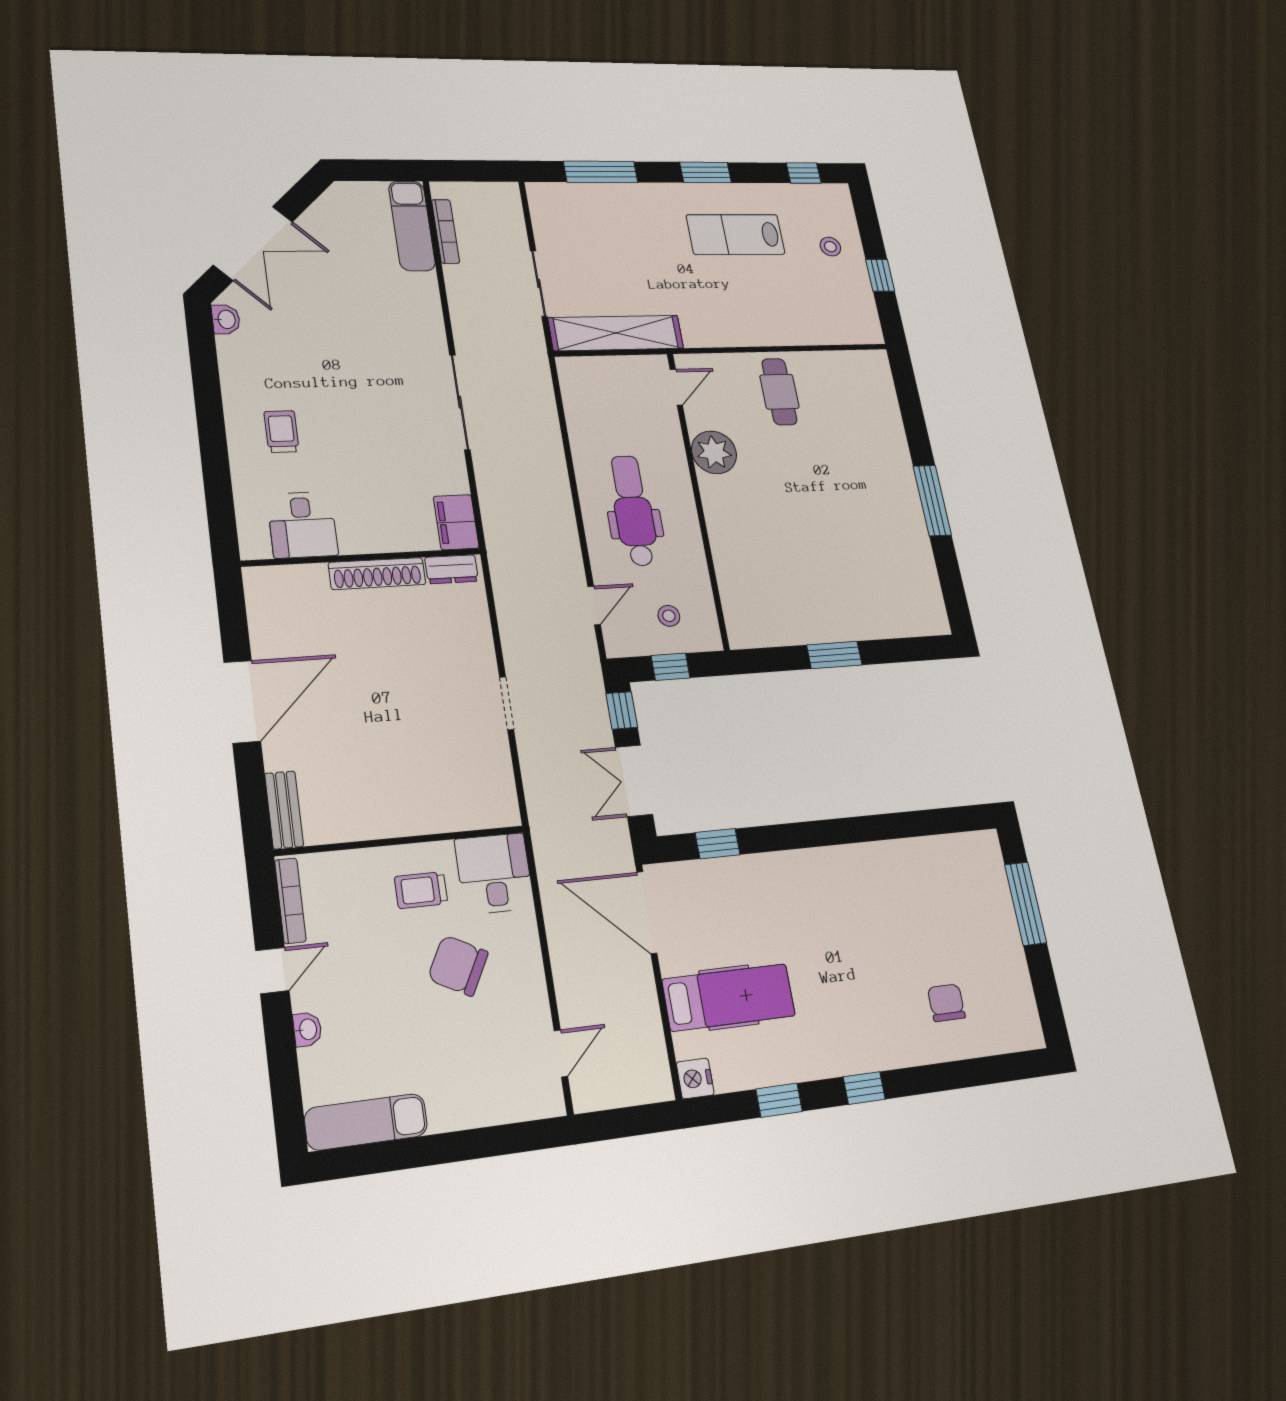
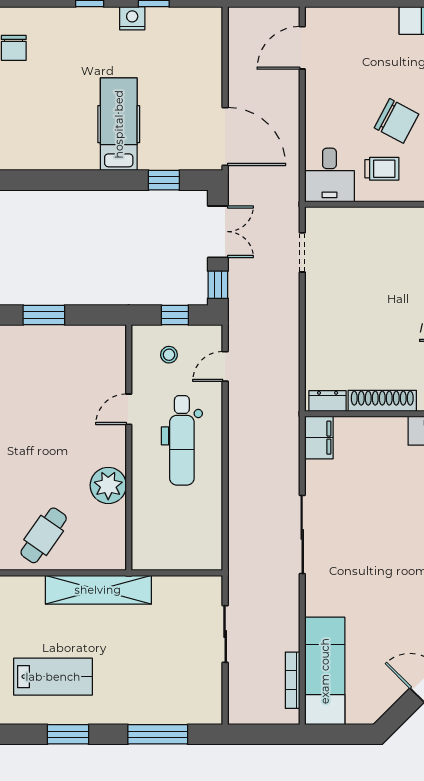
exam couch: (412, 226) -> (325, 671), width x1.36, depth x1.45
shelving: (616, 333) -> (98, 590), moved
door: (676, 387) -> (129, 409), moved
cafe table: (779, 392) -> (44, 535), turned 35
doorway: (507, 703) -> (302, 252), moved
chair: (458, 966) -> (396, 121), moved
hospital bed: (729, 997) -> (119, 124), moved, turned 90
door: (561, 1053) -> (302, 48), width x1.38
nightstand: (695, 1078) -> (132, 18), moved, turned -90

